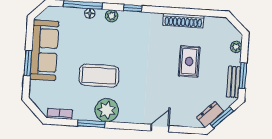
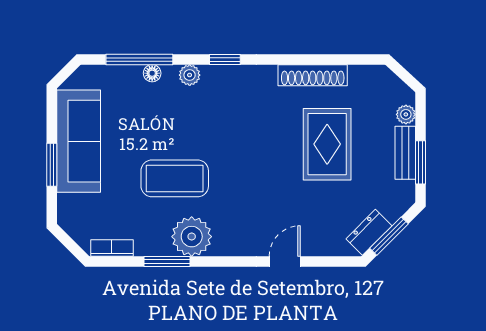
rug: (189, 61) -> (327, 144), width x1.36, depth x1.43
bench: (234, 82) -> (405, 153), moved

